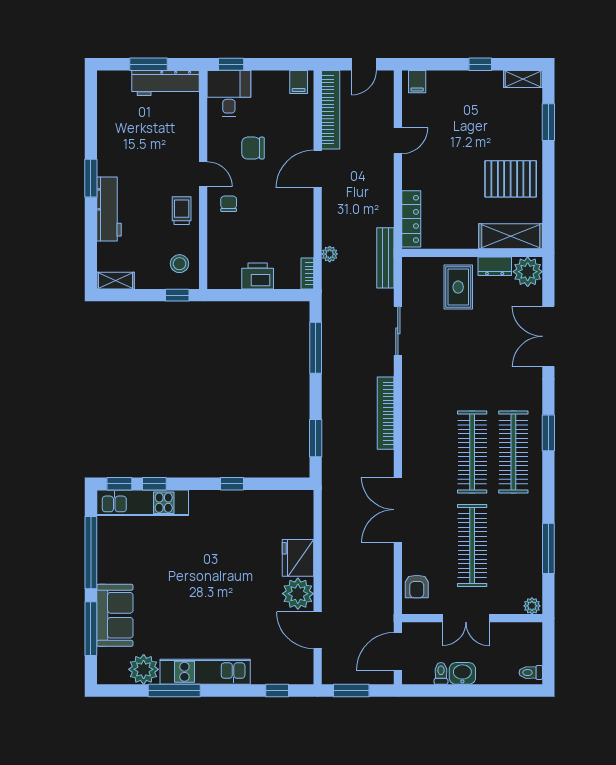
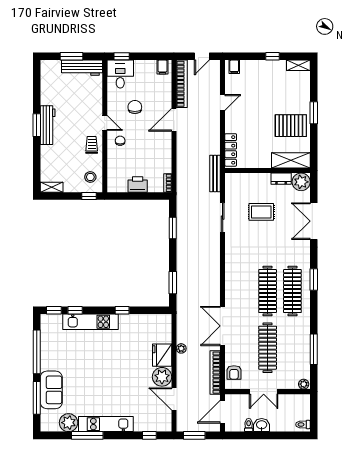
window: (548, 122) -> (314, 113), moved
chair: (253, 148) -> (135, 107), turned 90
workbench: (109, 209) -> (48, 125), moved
plant: (330, 254) -> (181, 348), moved
rug: (458, 287) -> (261, 212), moved, turned 90
window: (316, 348) -> (173, 228), width x0.69
bookcase: (386, 413) -> (215, 373), moved
kitchen unit: (143, 503) -> (90, 322), moved

